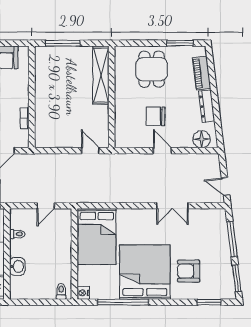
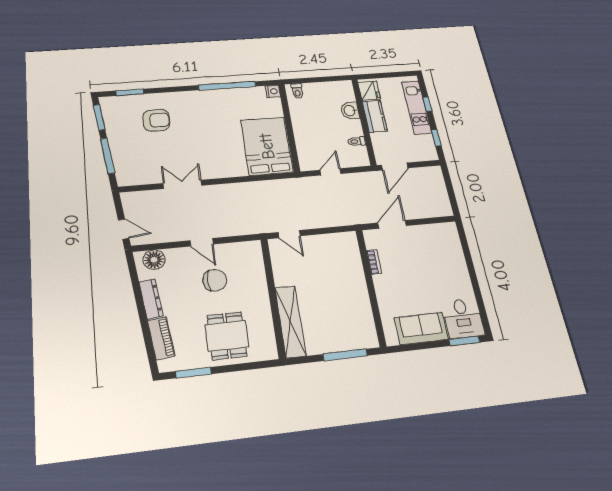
door: (226, 186) -> (124, 229), moved
bed: (145, 272) -> (207, 116), removed

